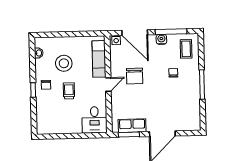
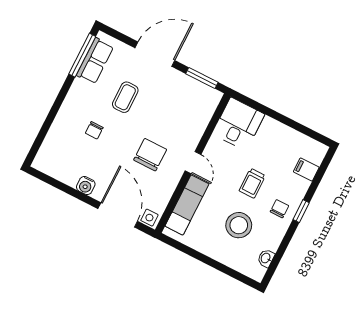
window: (171, 32) -> (67, 189), removed
coffee table: (186, 49) -> (125, 97), moved
window: (202, 84) -> (82, 55), moved
door: (108, 85) -> (193, 163), swing flipped
filing cabinet: (43, 115) -> (306, 170), added
row of seats: (132, 126) -> (95, 61), moved, turned -90

